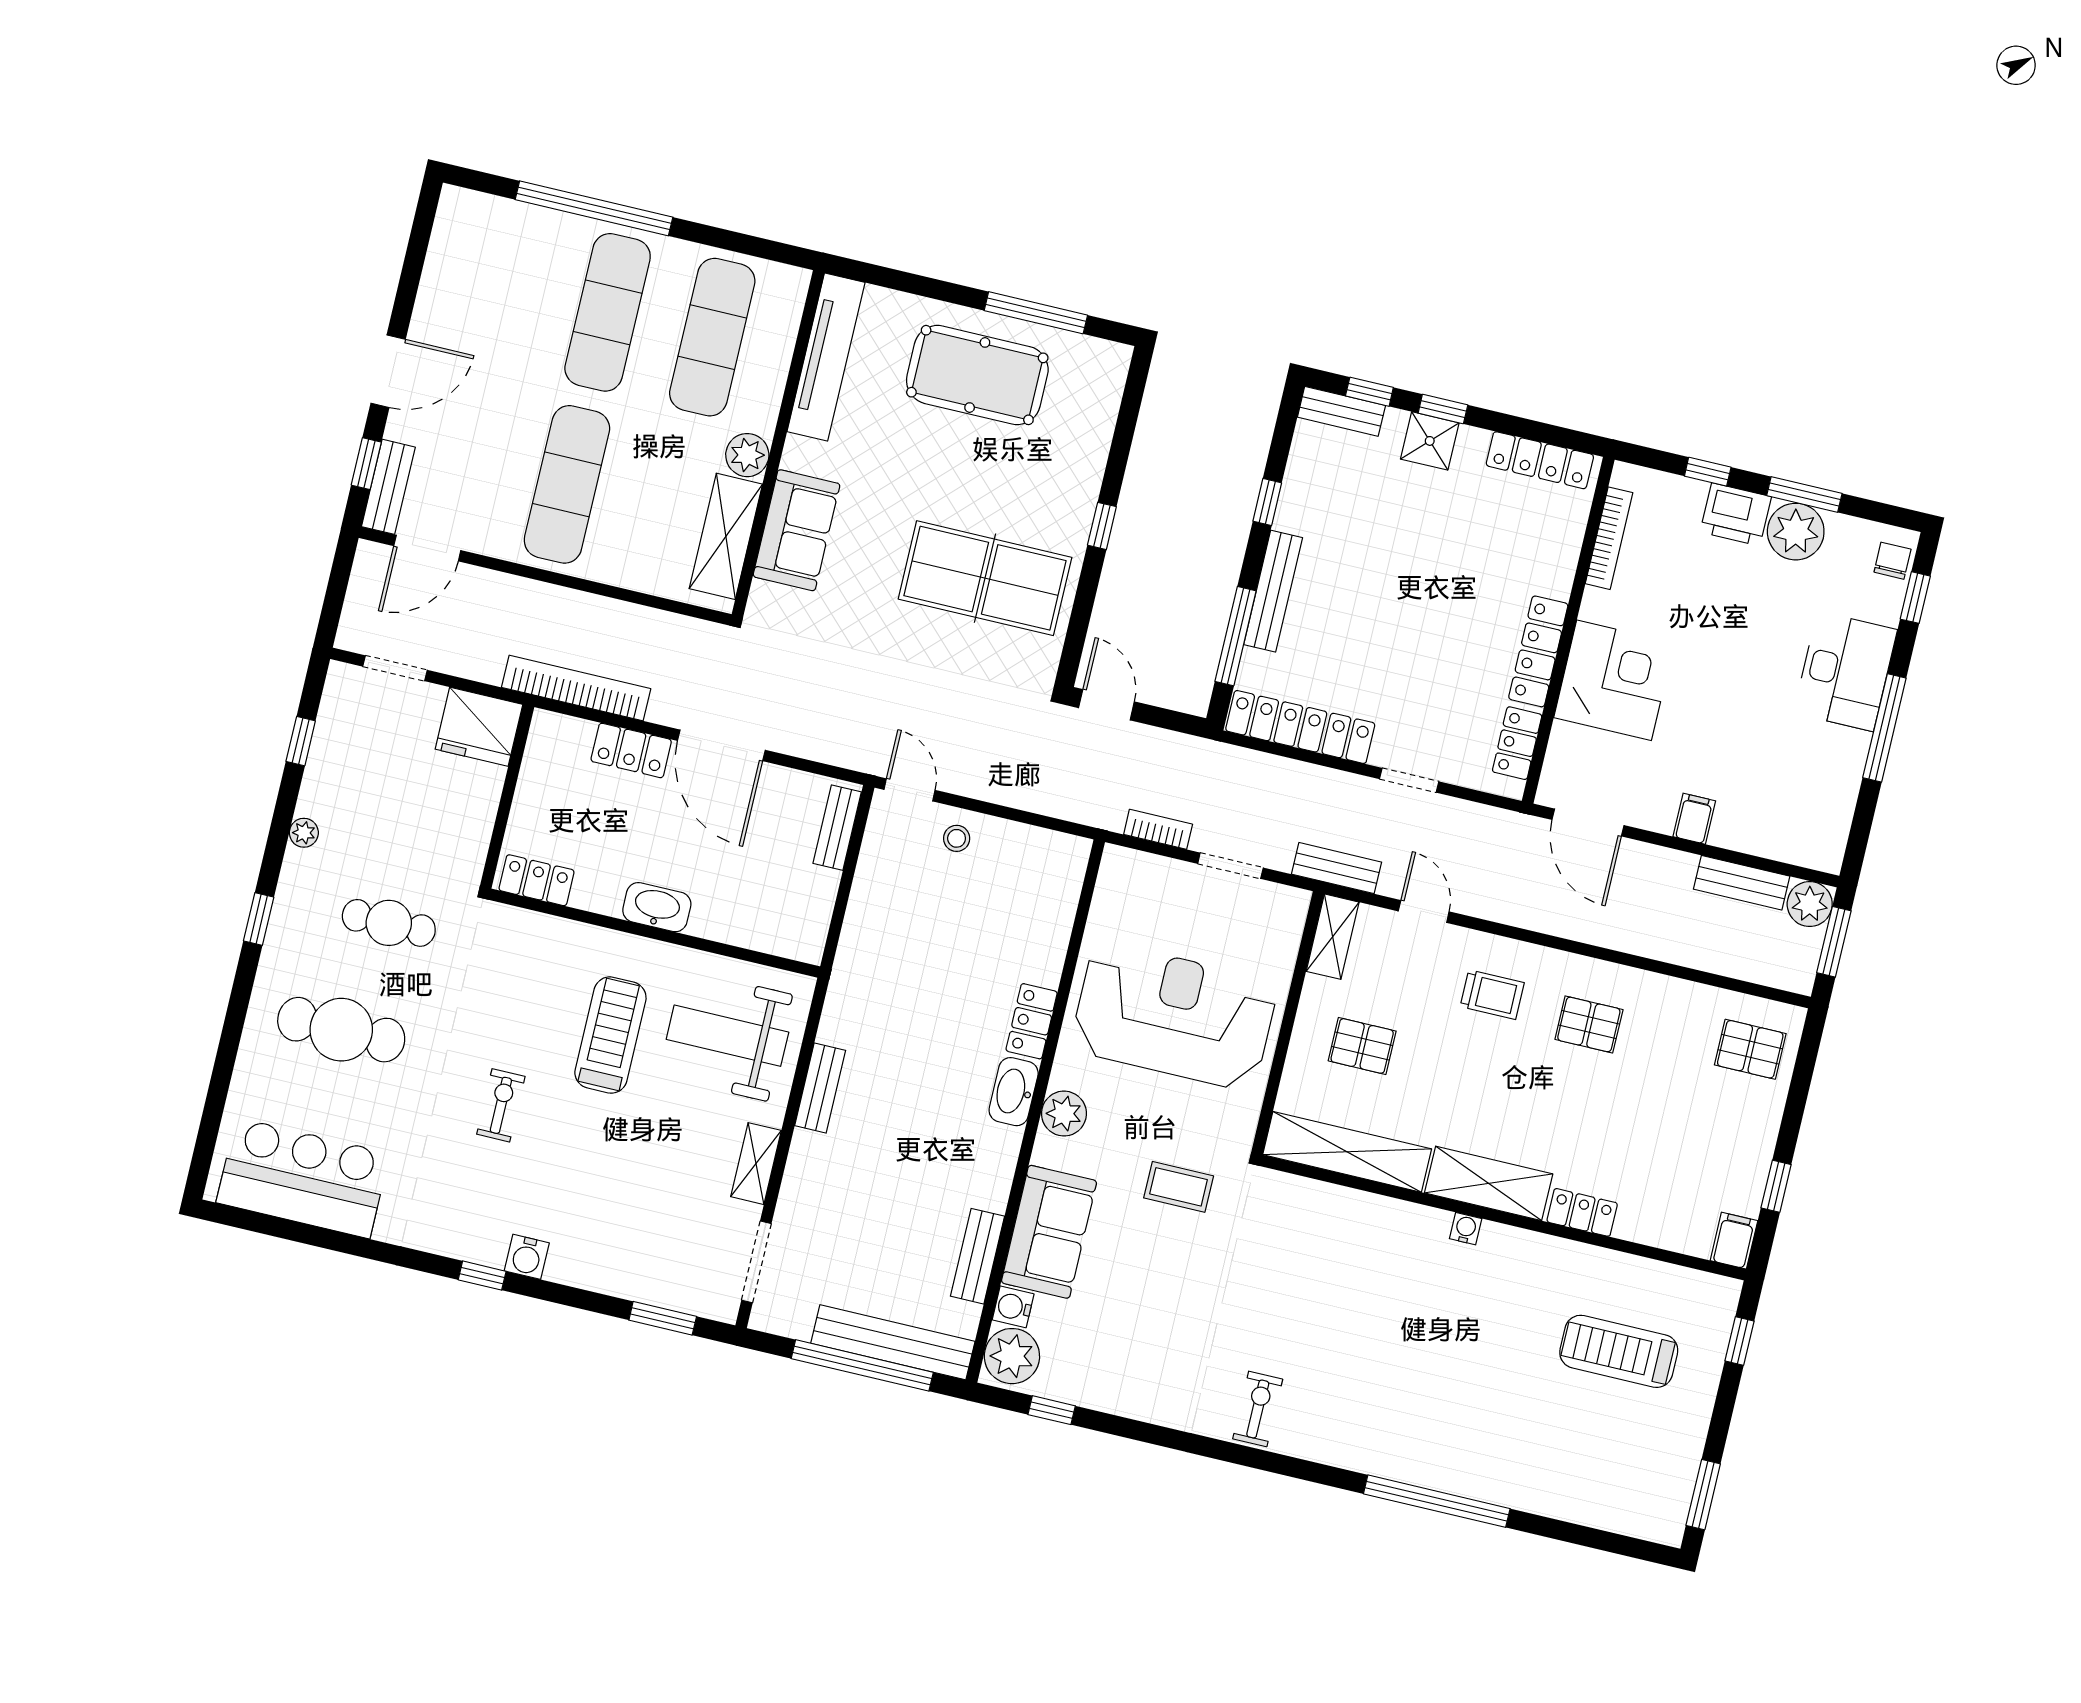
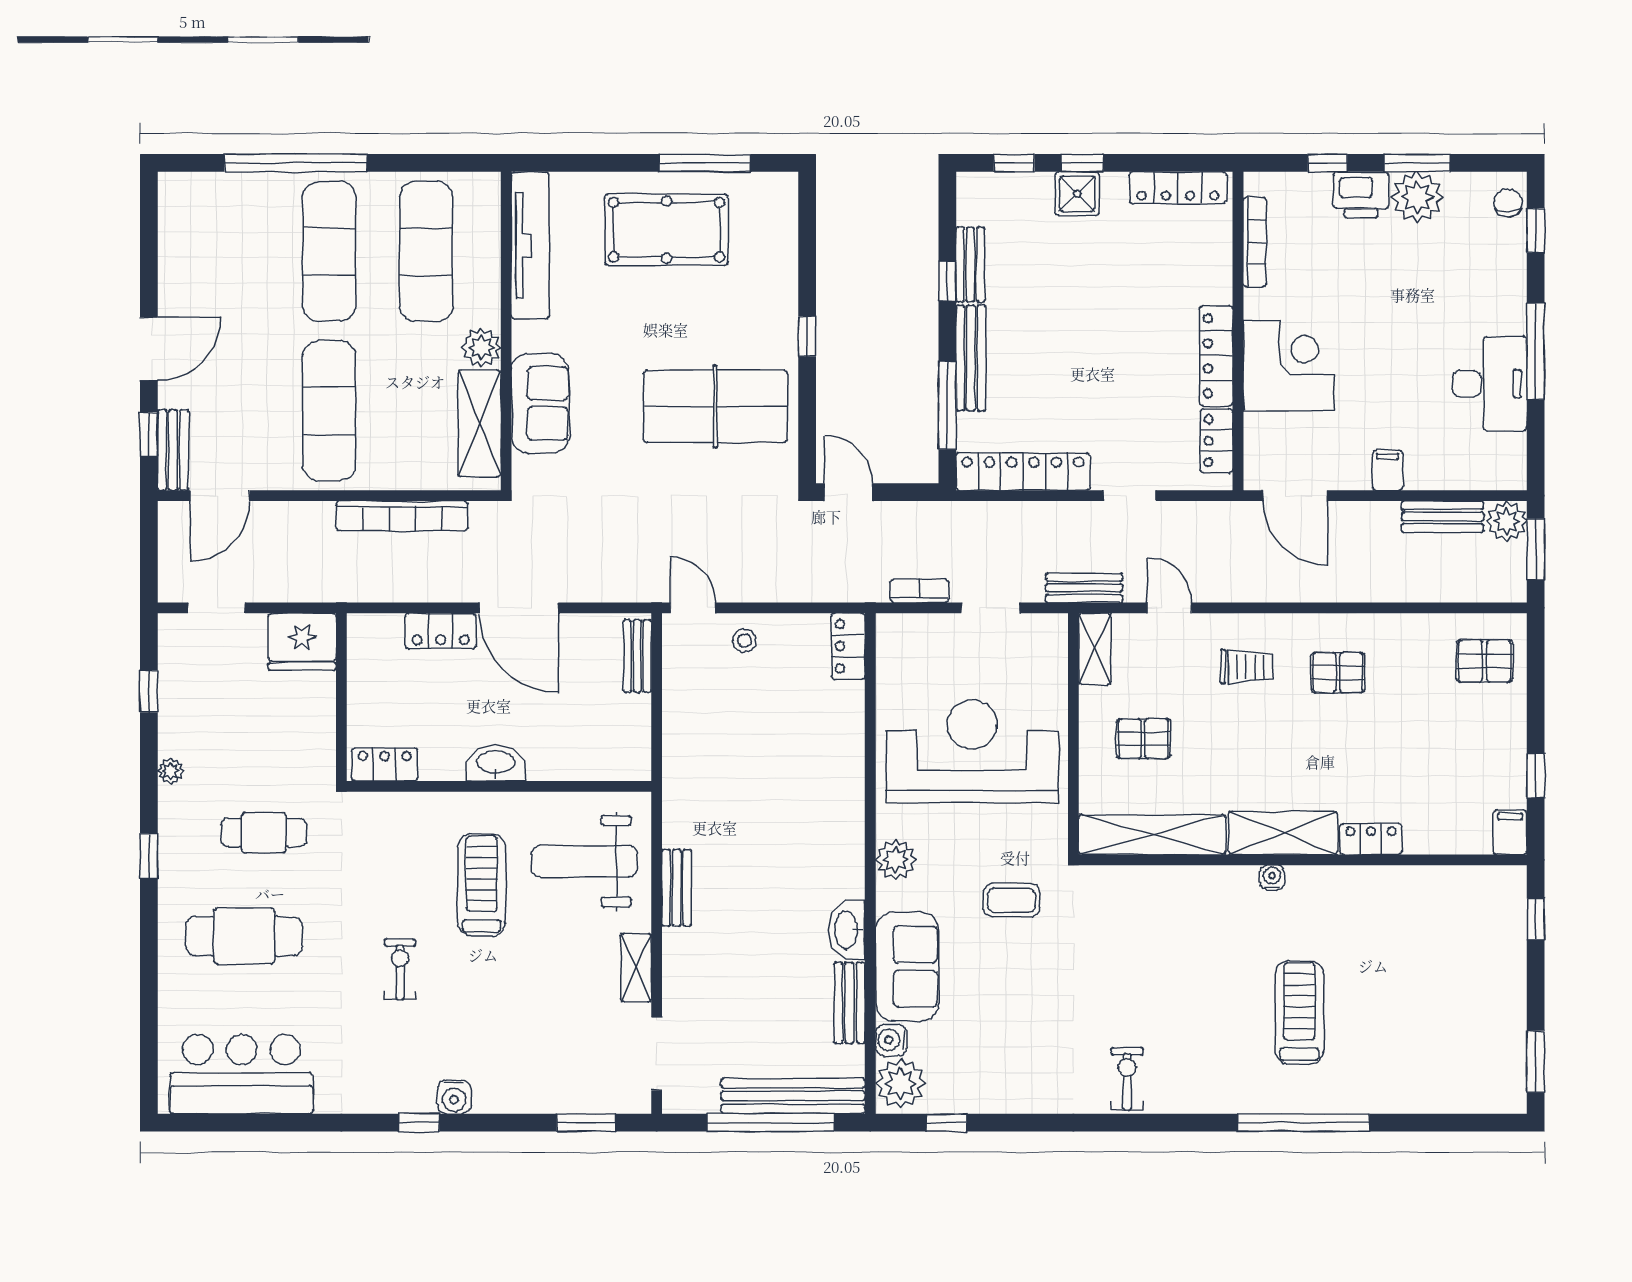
bench: (1341, 411) -> (970, 265), moved, turned 90
desk: (1845, 671) -> (1490, 384), moved
bookcase: (576, 688) -> (402, 516), moved, turned 180
locker: (1032, 1021) -> (848, 646), moved
washbasin: (1014, 1092) -> (847, 930), moved
treadmill: (1619, 1351) -> (1299, 1013), moved, turned 90

